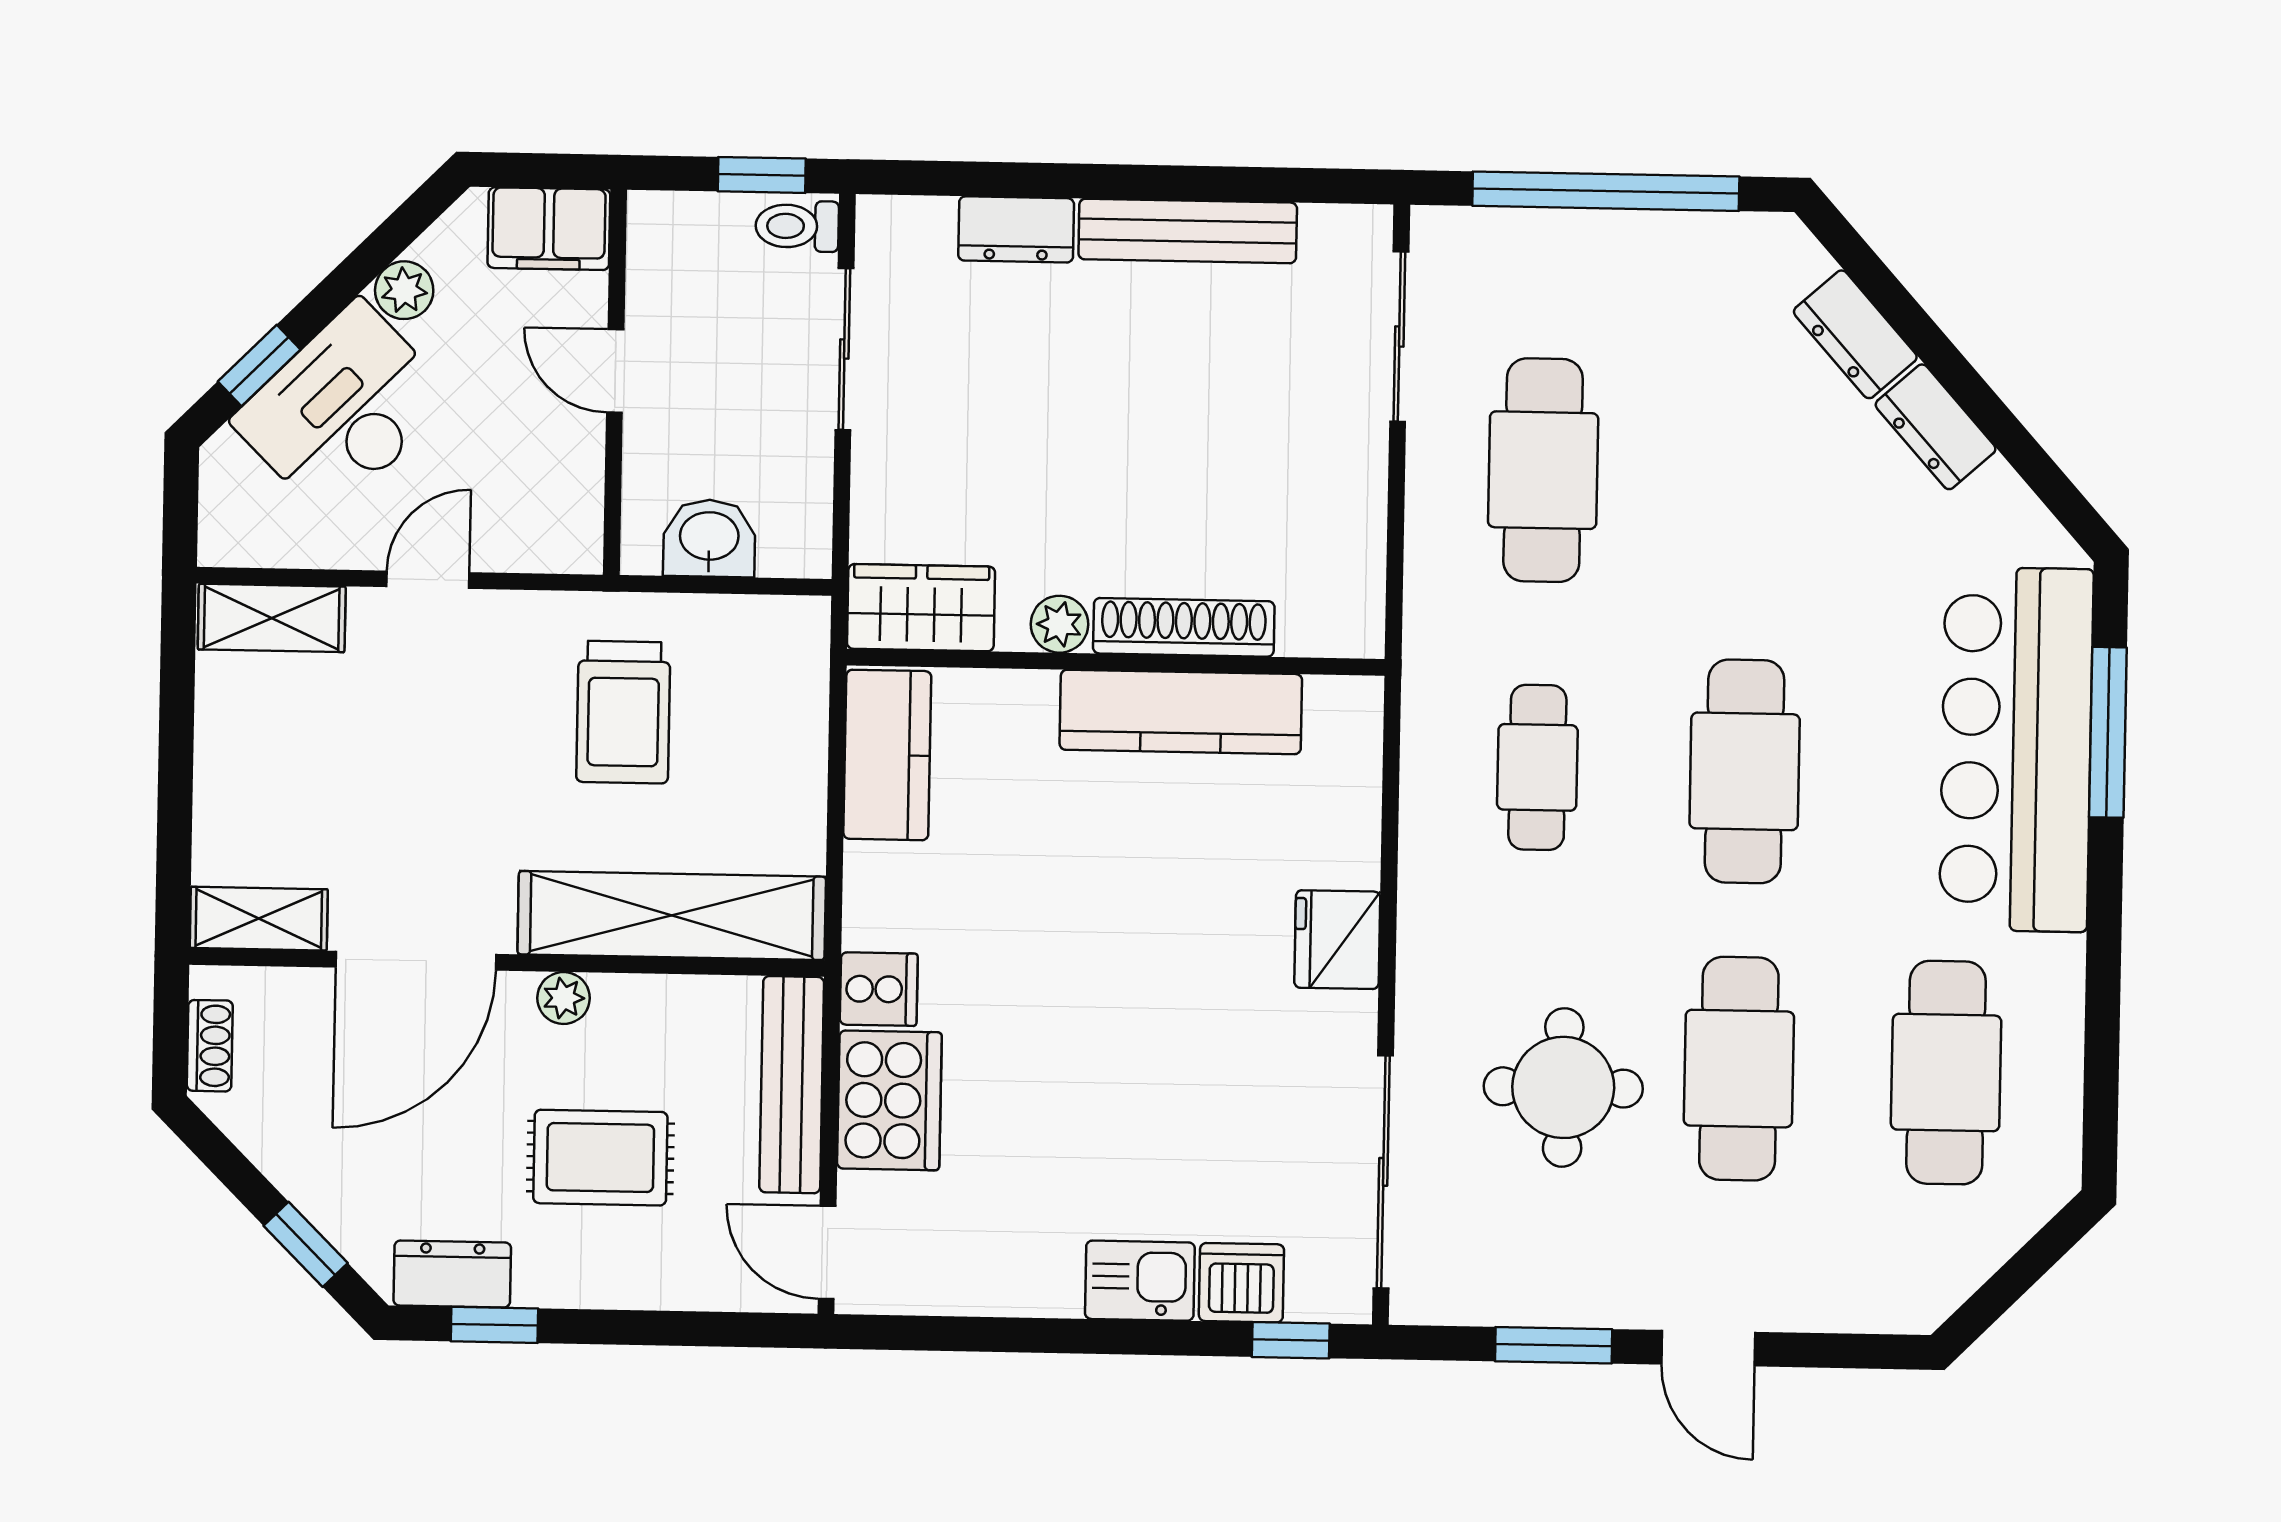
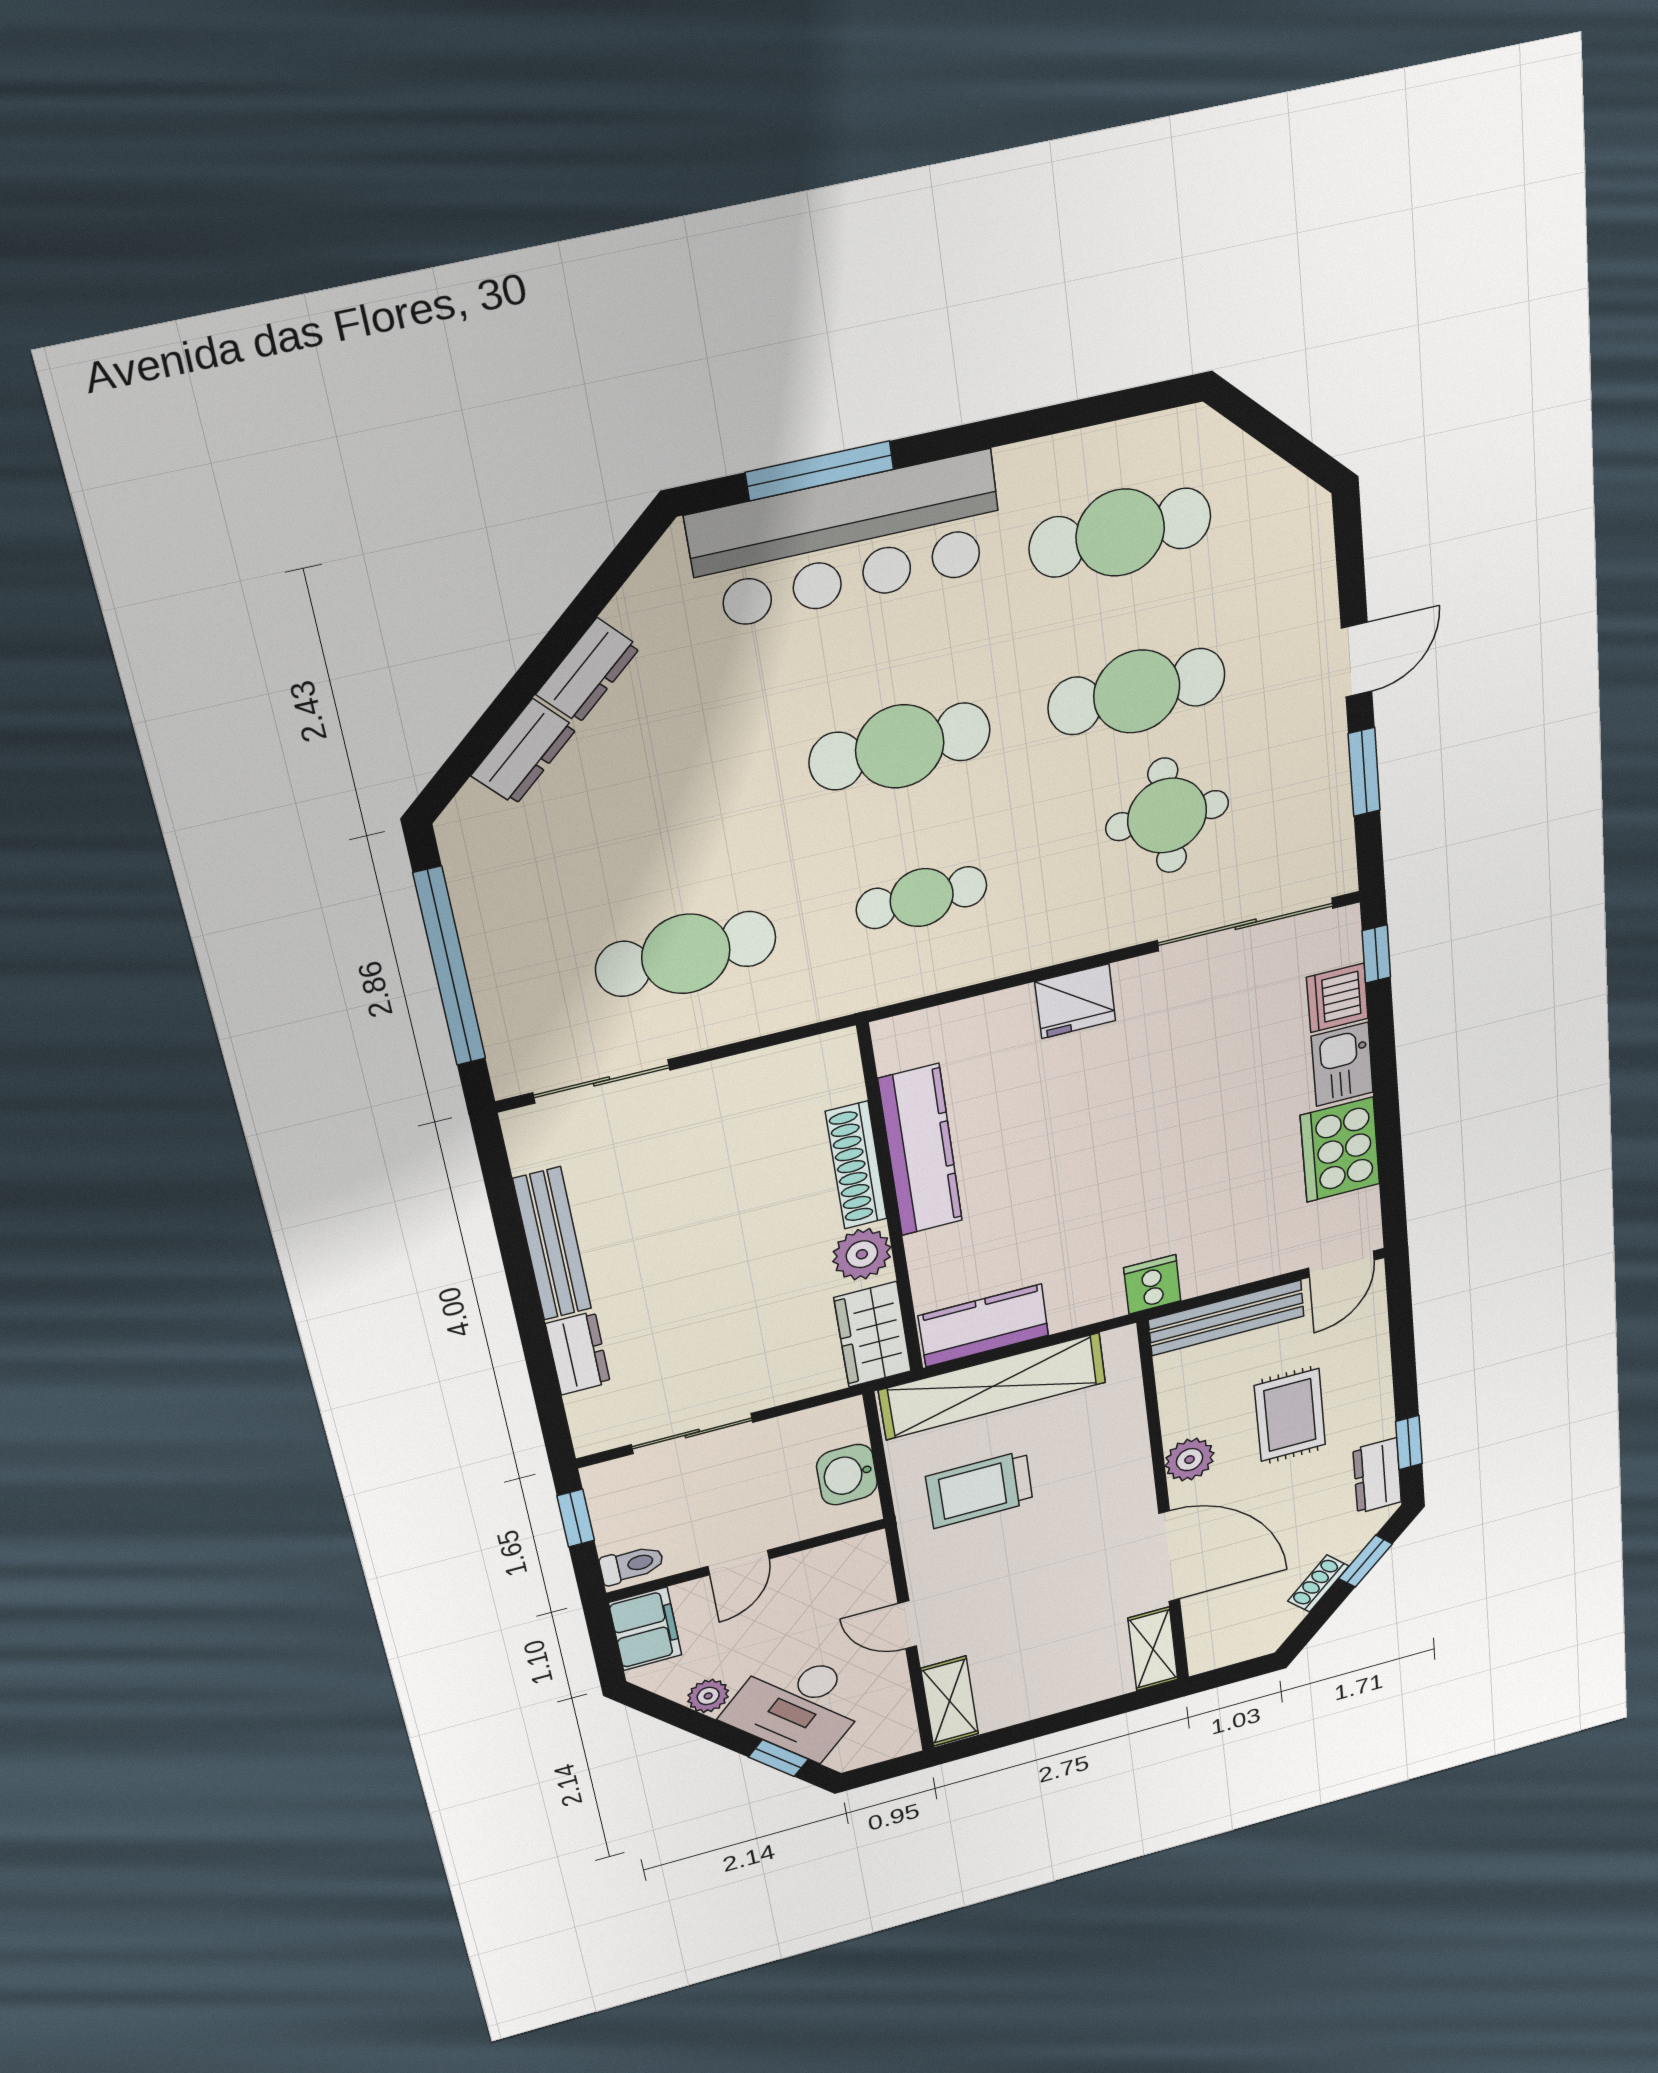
toilet: (797, 226) -> (632, 1565), moved, turned -90
plant: (1059, 624) -> (862, 1254), width x1.38, depth x1.38
trolley: (623, 712) -> (980, 1489), turned 180
shelving: (672, 915) -> (993, 1386), moved, turned 90
plant: (564, 998) -> (1189, 1460), width x1.38, depth x1.38
shoe rack: (210, 1046) -> (1318, 1583), moved, turned -45
cooker: (889, 1100) -> (1340, 1150), moved, turned -90

